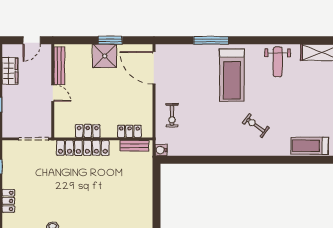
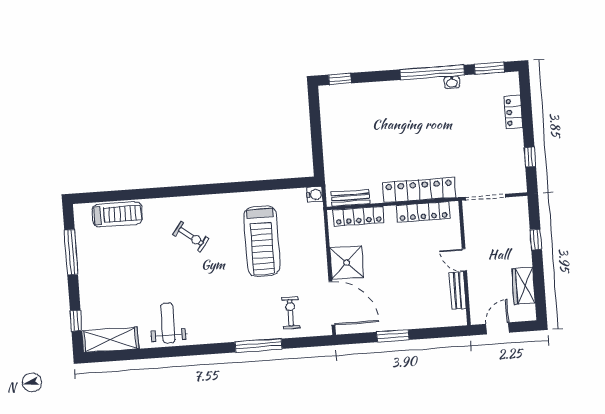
shower: (105, 56) -> (347, 263), moved
bench: (59, 66) -> (458, 290), width x0.73
treadmill: (232, 75) -> (262, 241), moved, turned 180
exercise bike: (172, 115) -> (291, 313), moved
locker: (88, 131) -> (423, 212), width x1.53
locker: (129, 131) -> (359, 216), width x1.53

